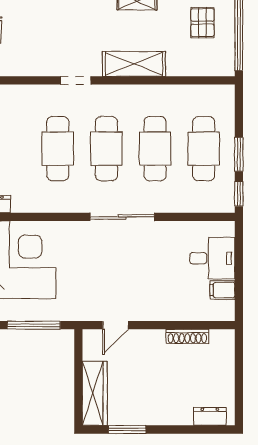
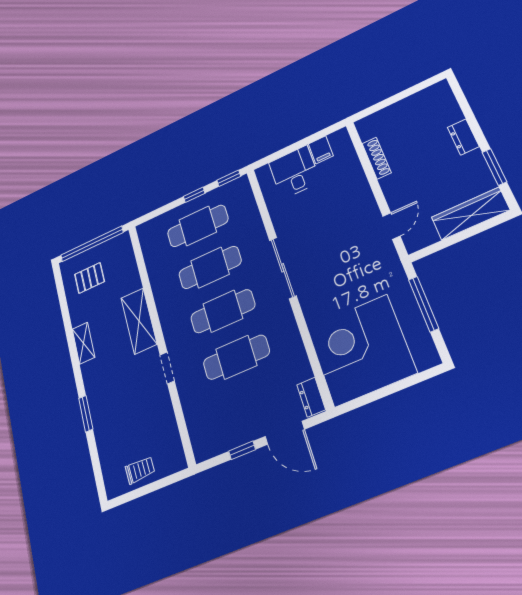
window: (239, 154) -> (194, 195), width x0.67
door: (115, 325) -> (391, 226), hinge flipped
dresser: (210, 416) -> (463, 137), moved

